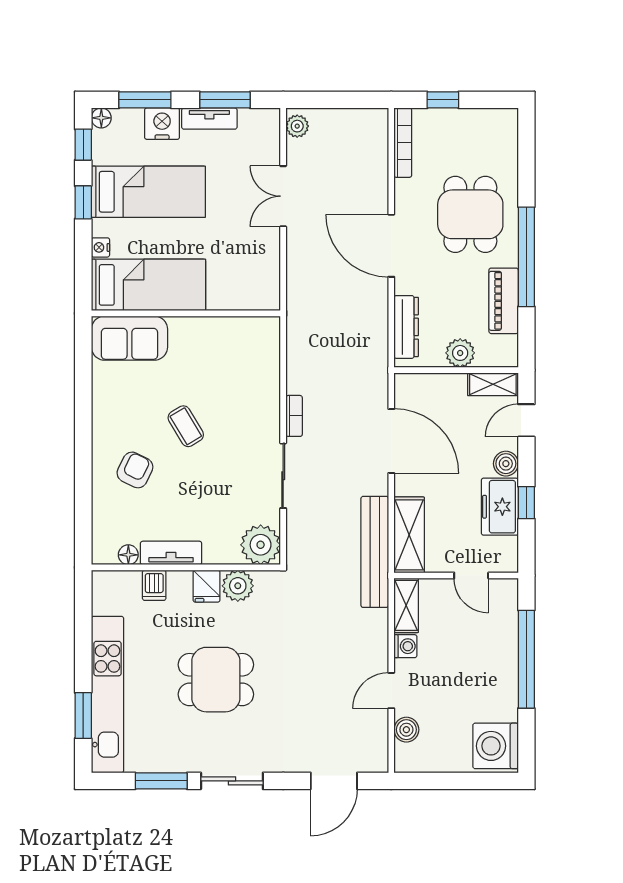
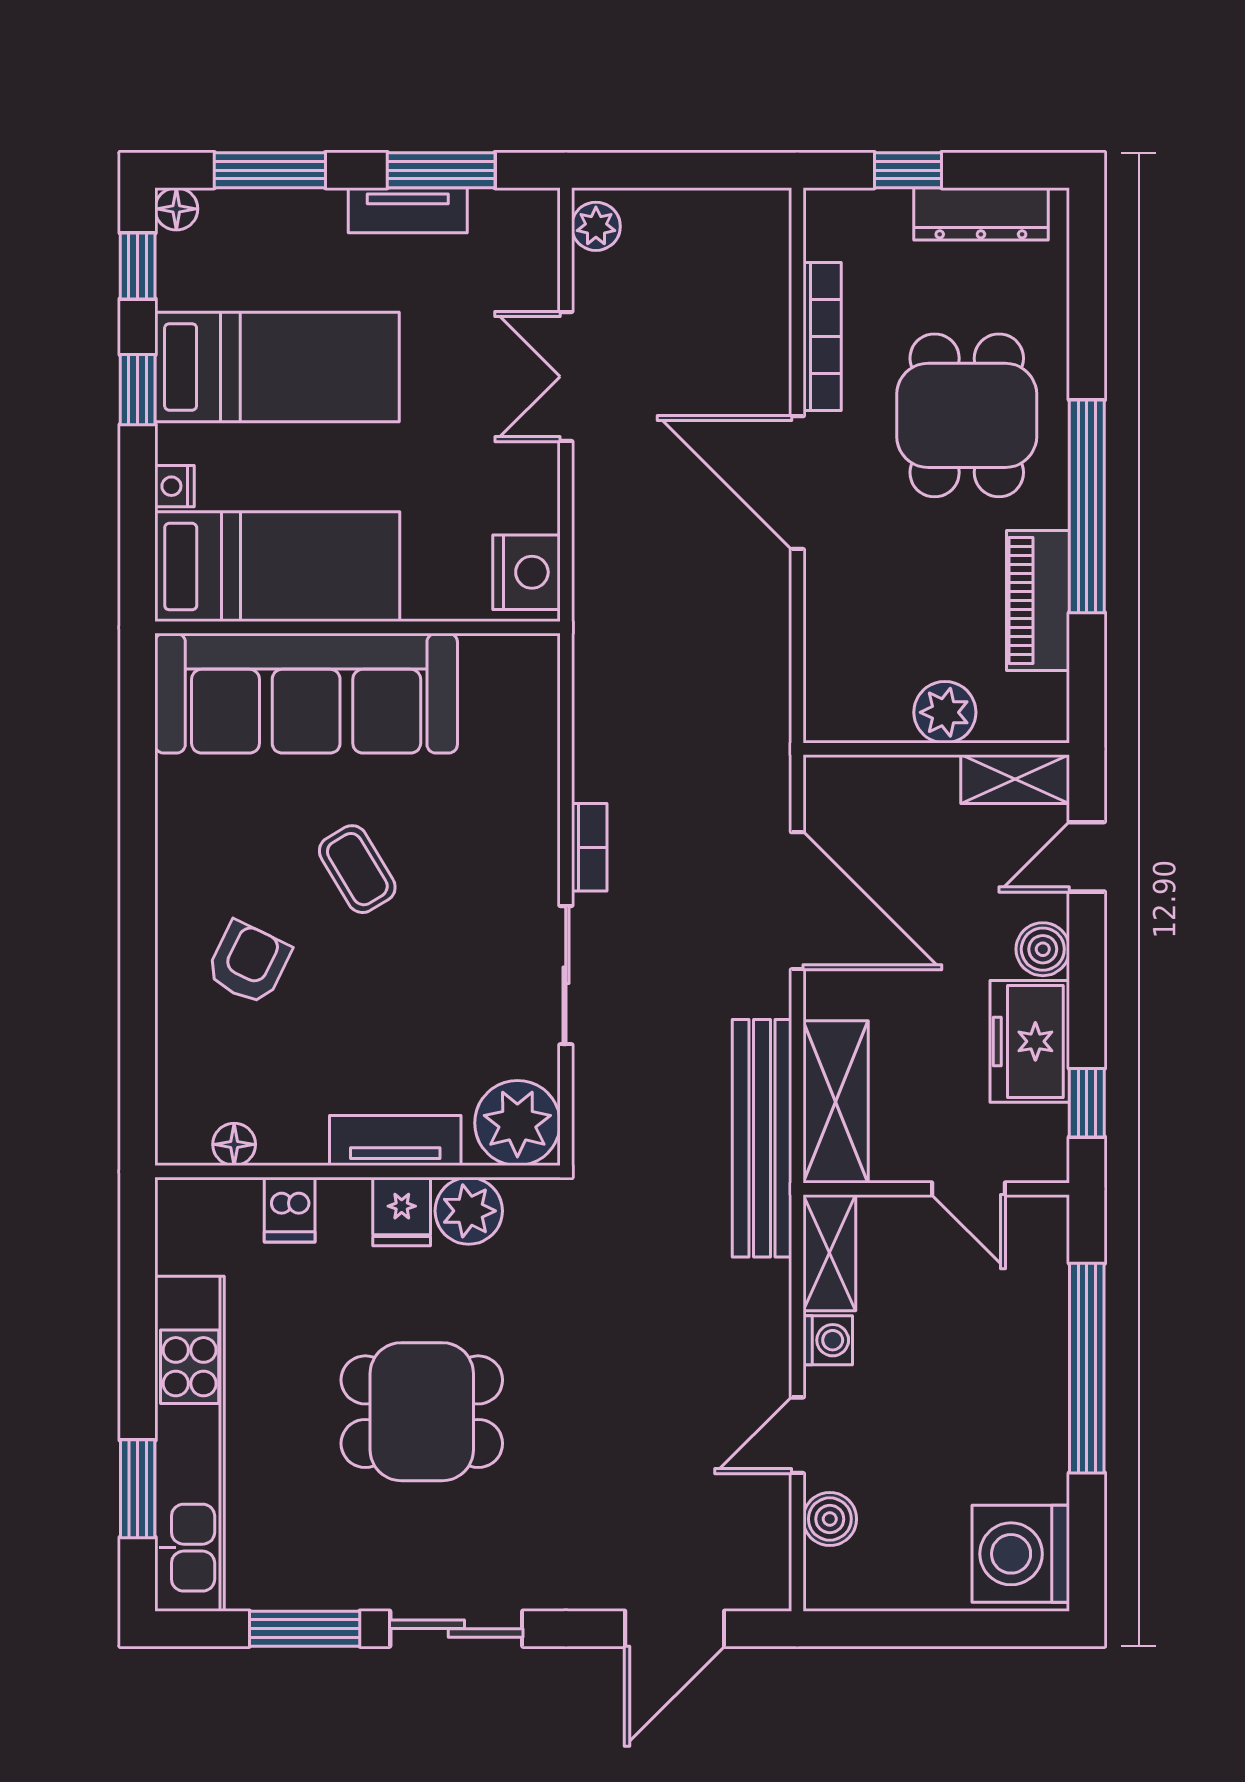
nightstand: (162, 124) -> (527, 572), moved, turned 90
bookcase: (403, 143) -> (822, 336), moved
dresser: (406, 327) -> (981, 214), moved, turned 90
sofa: (129, 338) -> (306, 693), width x1.85, depth x1.27
window: (526, 503) -> (1087, 1103), moved
tv unit: (171, 553) -> (395, 1141), moved

